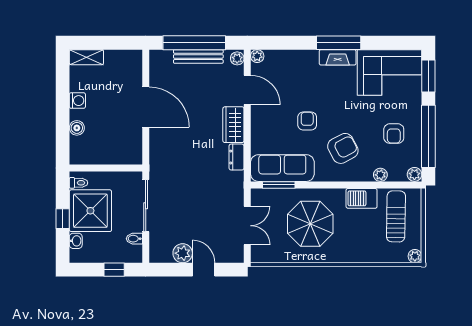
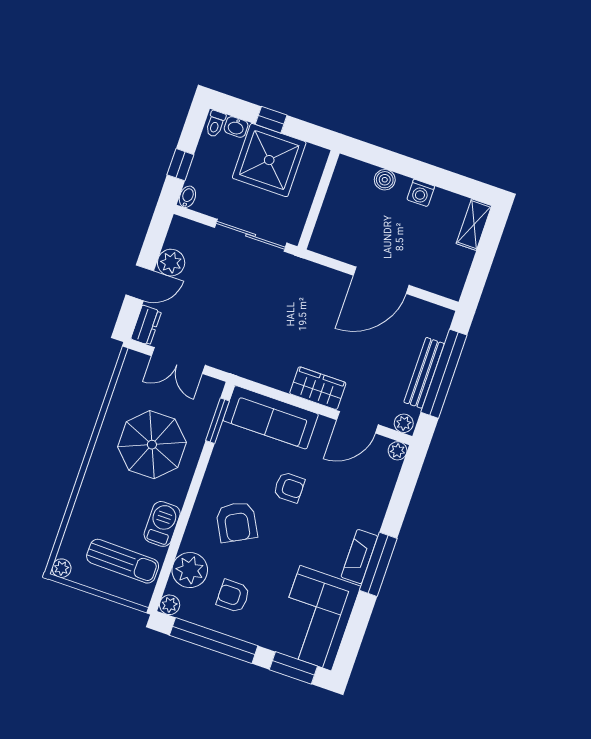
dresser: (237, 157) -> (146, 325), moved, turned 90
sofa: (282, 168) -> (271, 417), moved, turned 90
plant: (380, 175) -> (190, 570), width x1.88, depth x1.88
toilet: (78, 183) -> (215, 124), moved
bidet: (134, 239) -> (187, 197), moved

